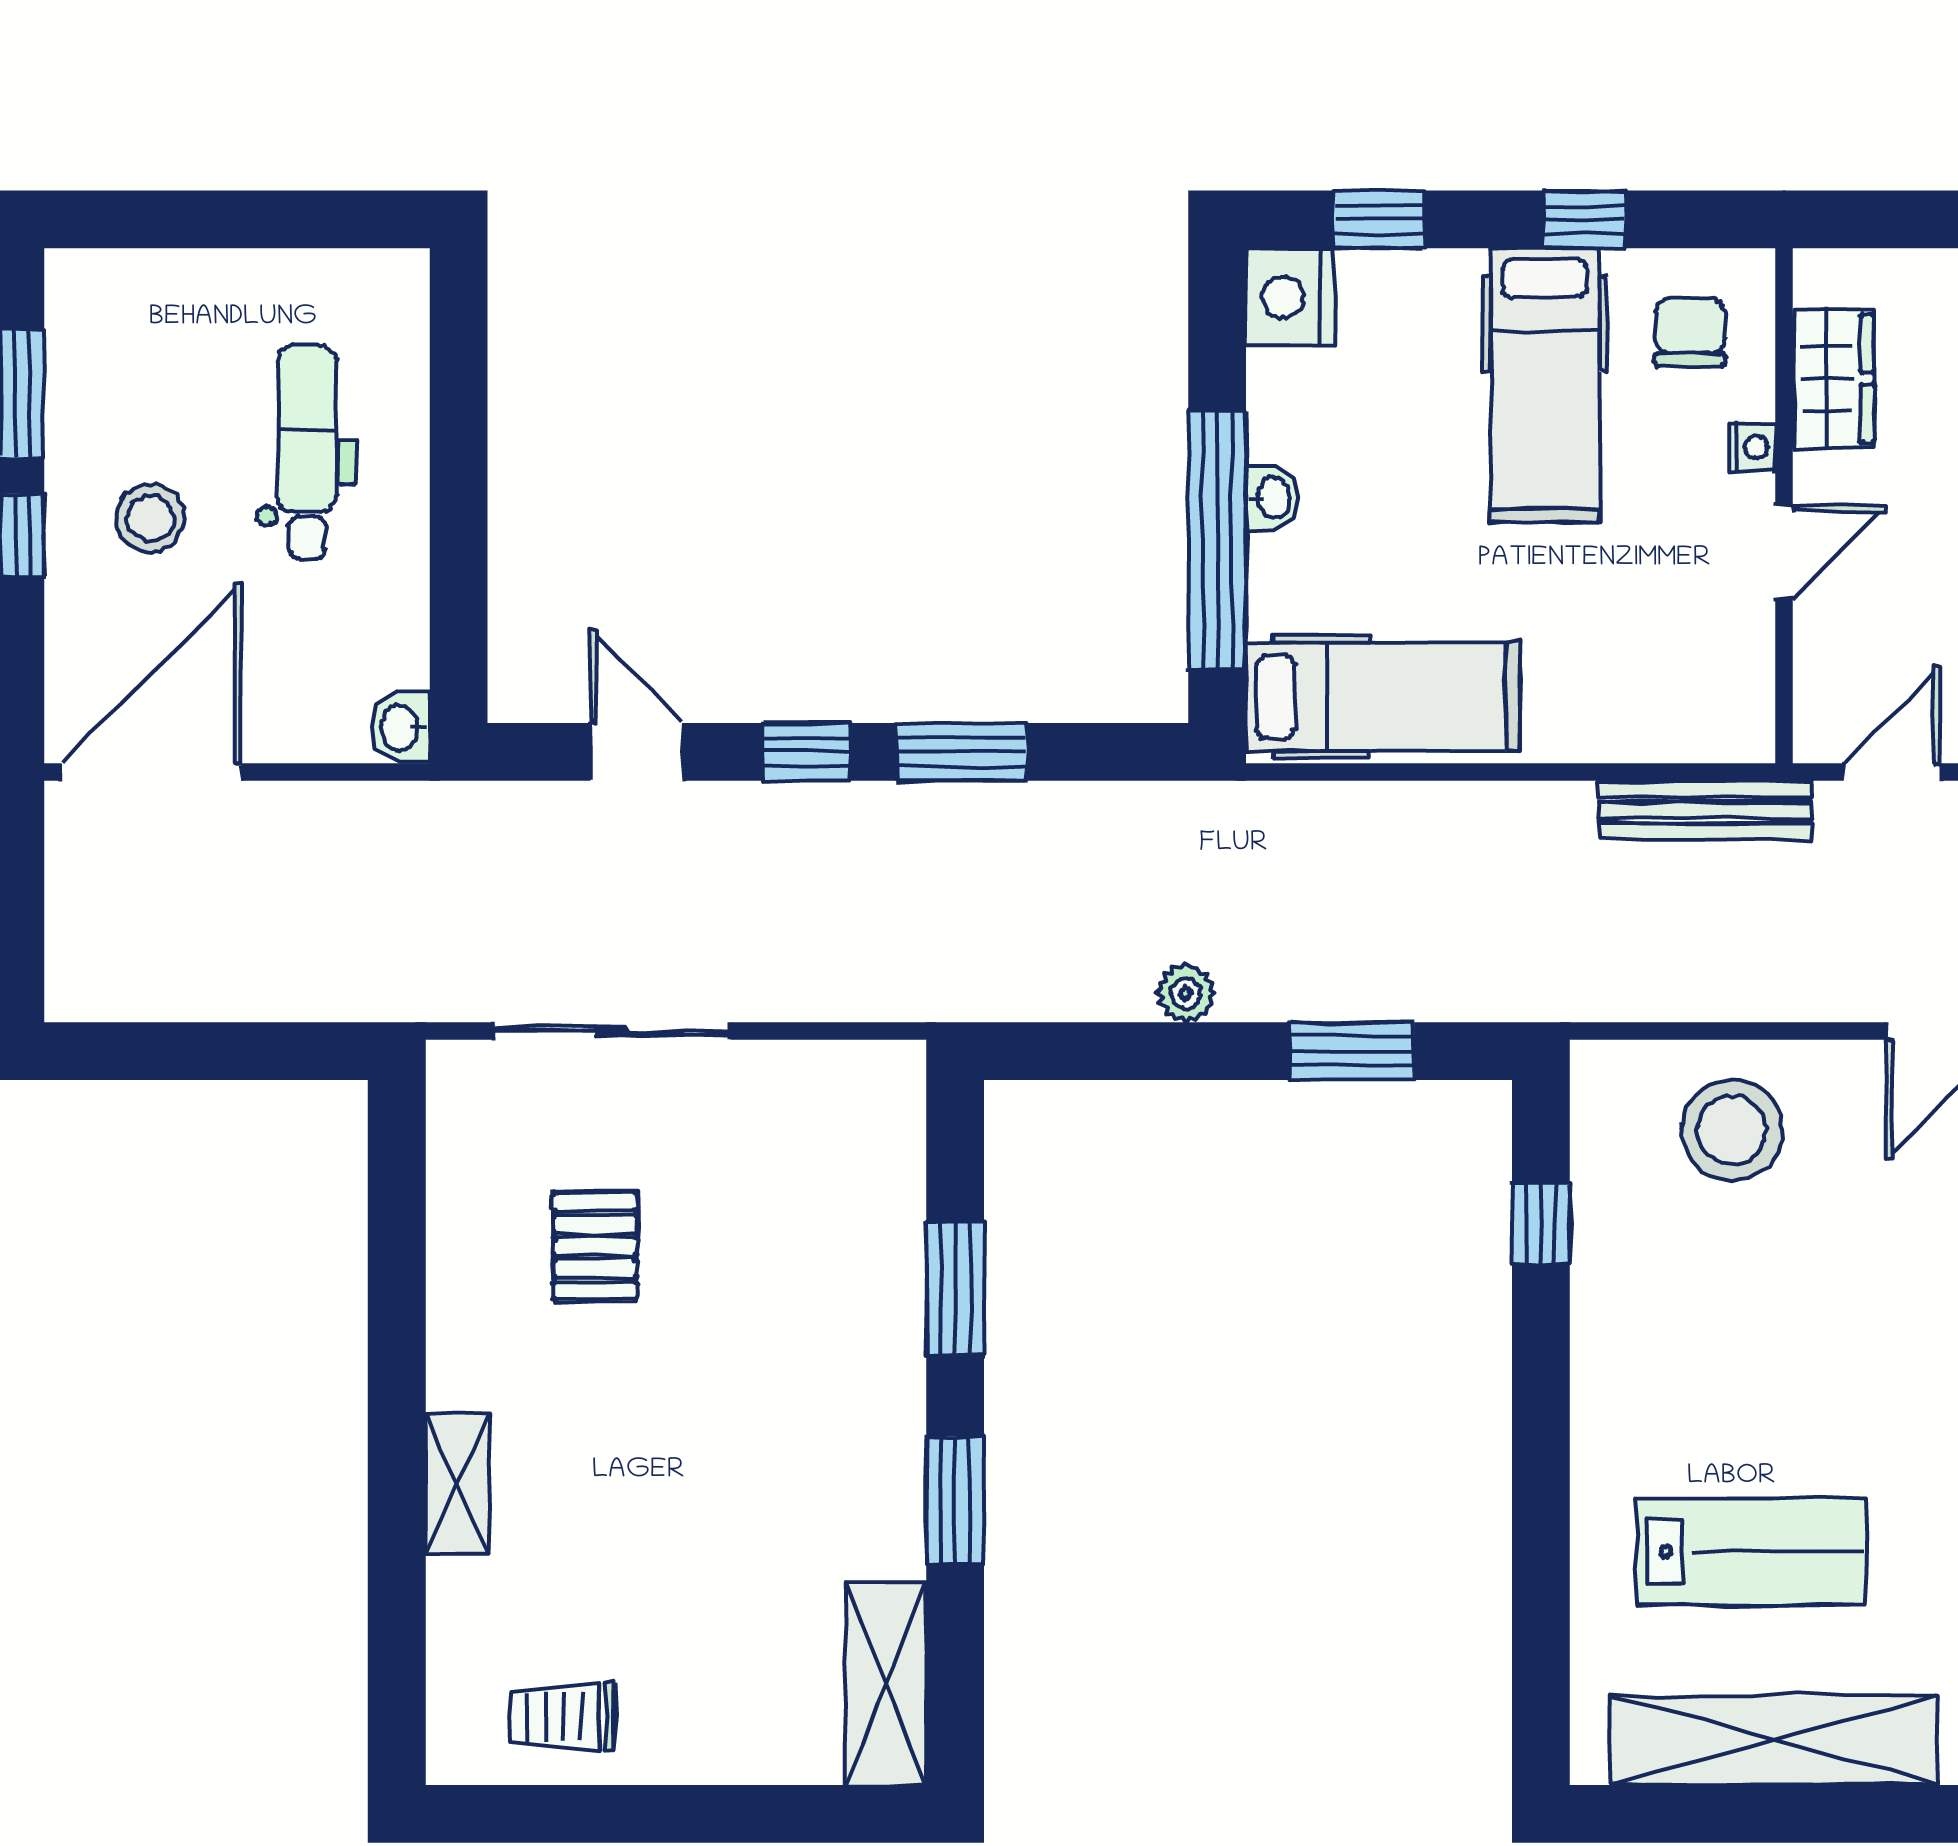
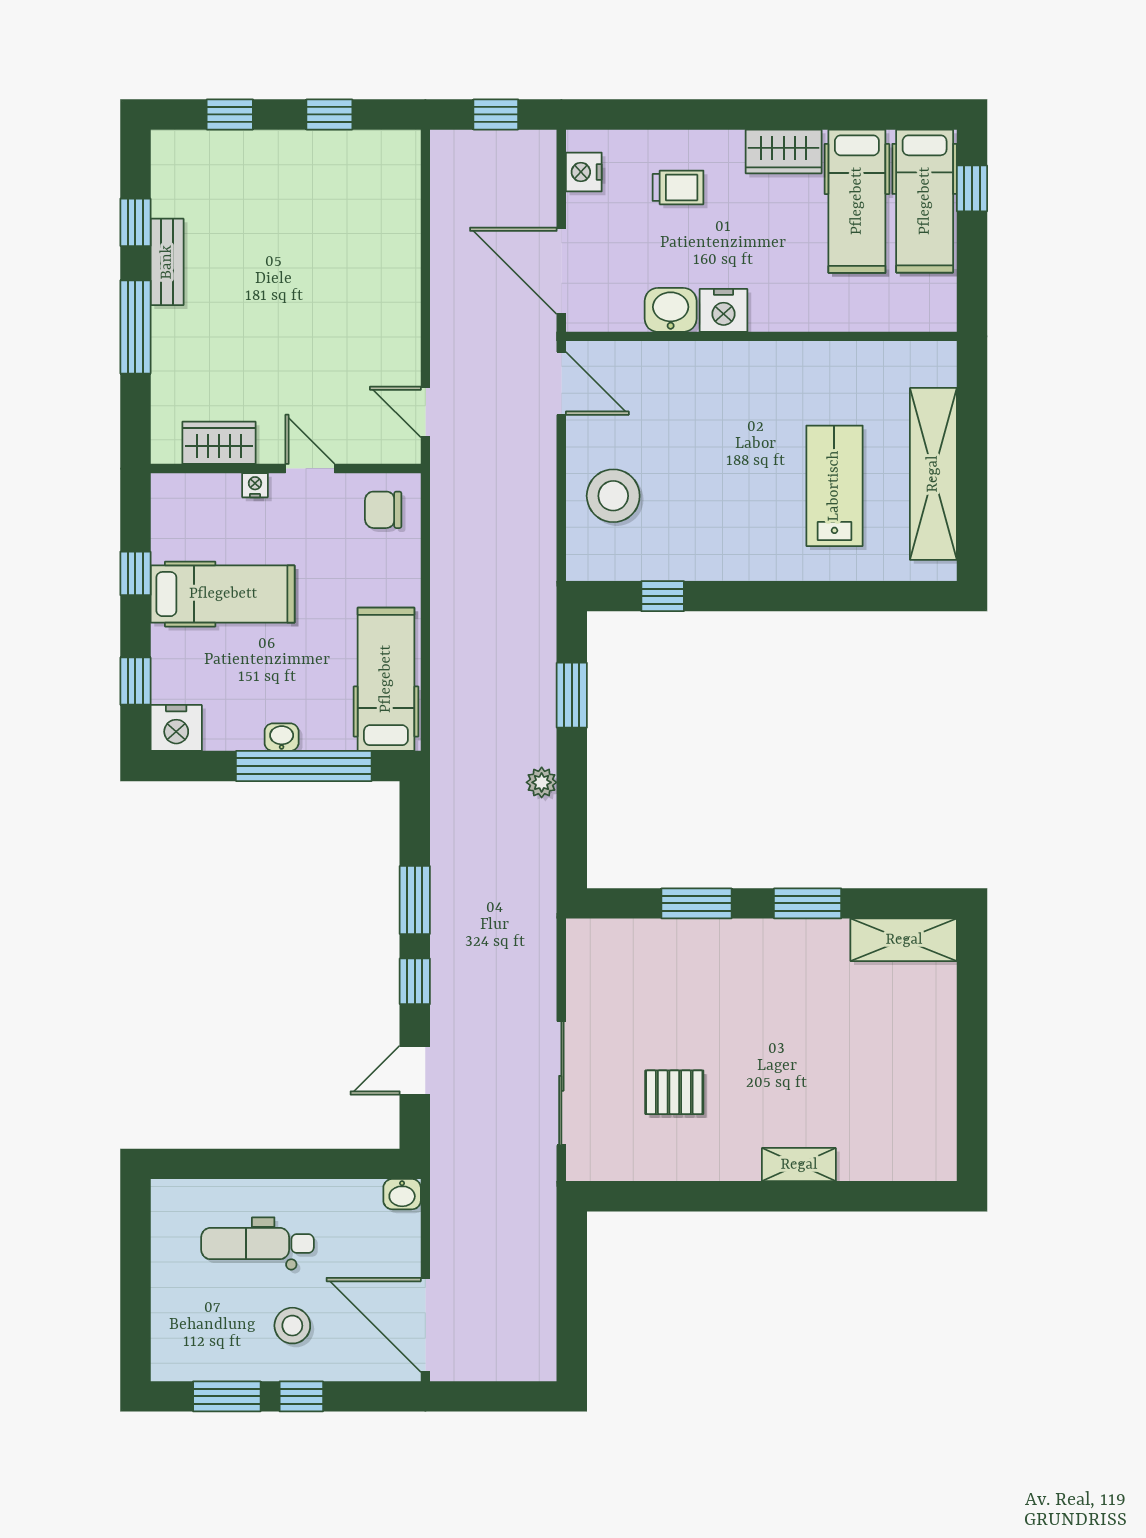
chair: (1690, 332) -> (383, 510), moved
bench: (1705, 810) -> (446, 510), removed
trolley: (562, 1717) -> (921, 1110), removed

